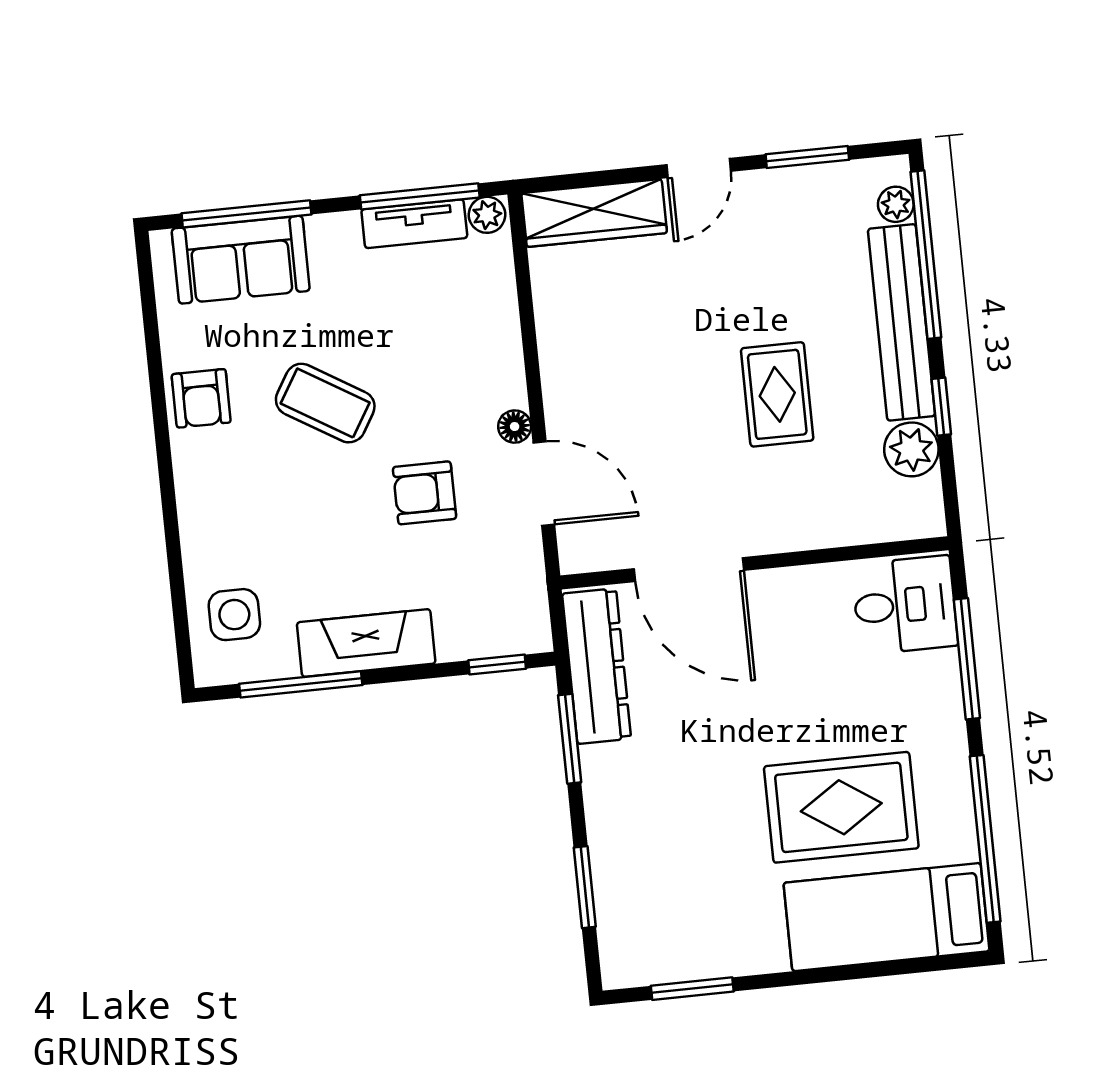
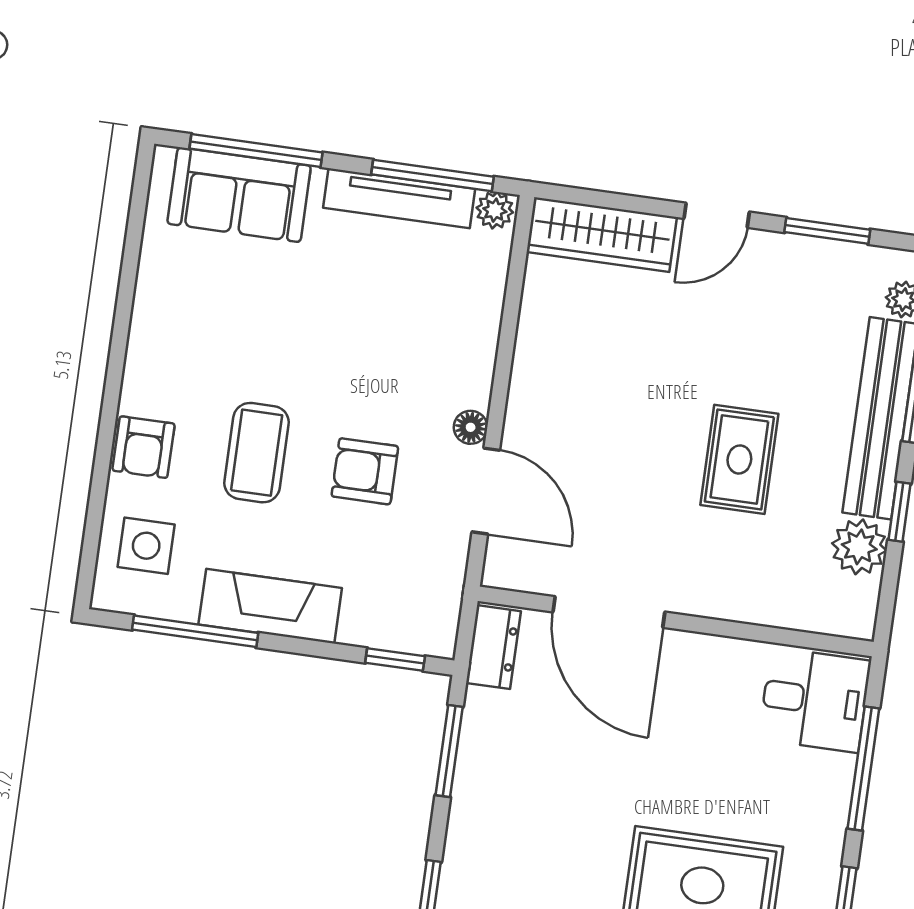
tv unit: (414, 224) -> (399, 198), width x1.41
armchair: (201, 398) -> (144, 447), moved
coffee table: (325, 403) -> (257, 453), moved, turned 59
dresser: (597, 666) -> (493, 647), width x0.51, depth x0.80

